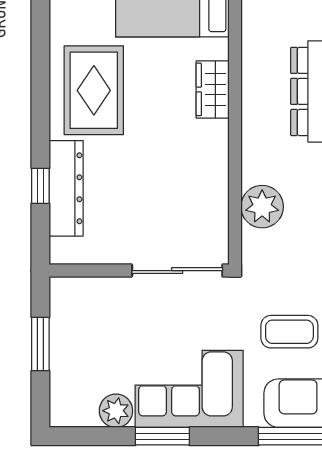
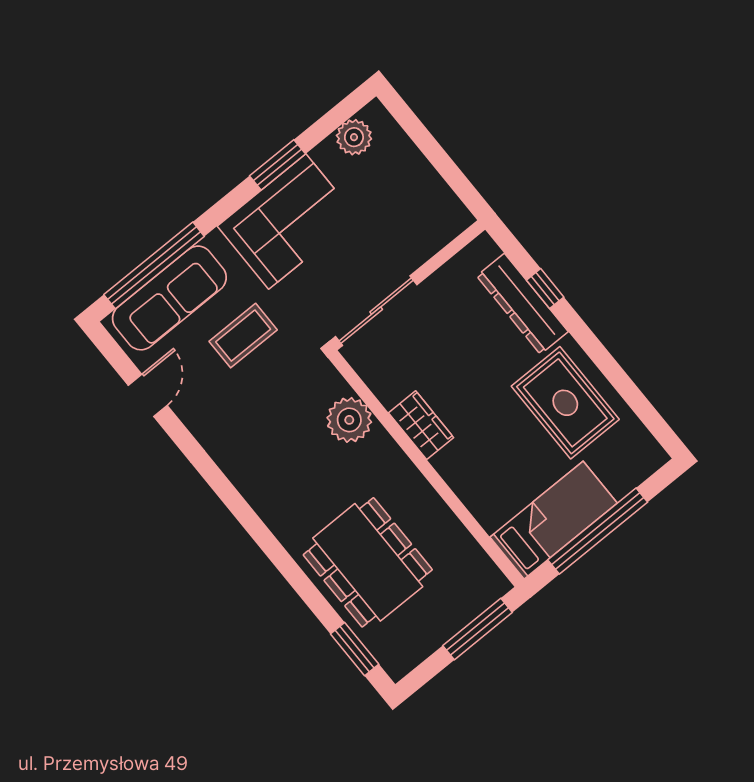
wardrobe: (213, 89) -> (421, 425), moved
window: (40, 344) -> (439, 159), removed
plant: (116, 411) -> (354, 137), moved

